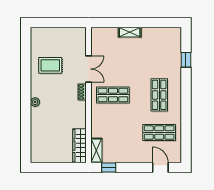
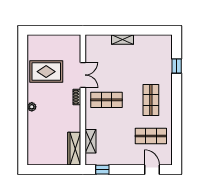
rug: (50, 65) -> (46, 72), width x1.36, depth x1.43
shelving: (96, 151) -> (90, 141), moved

